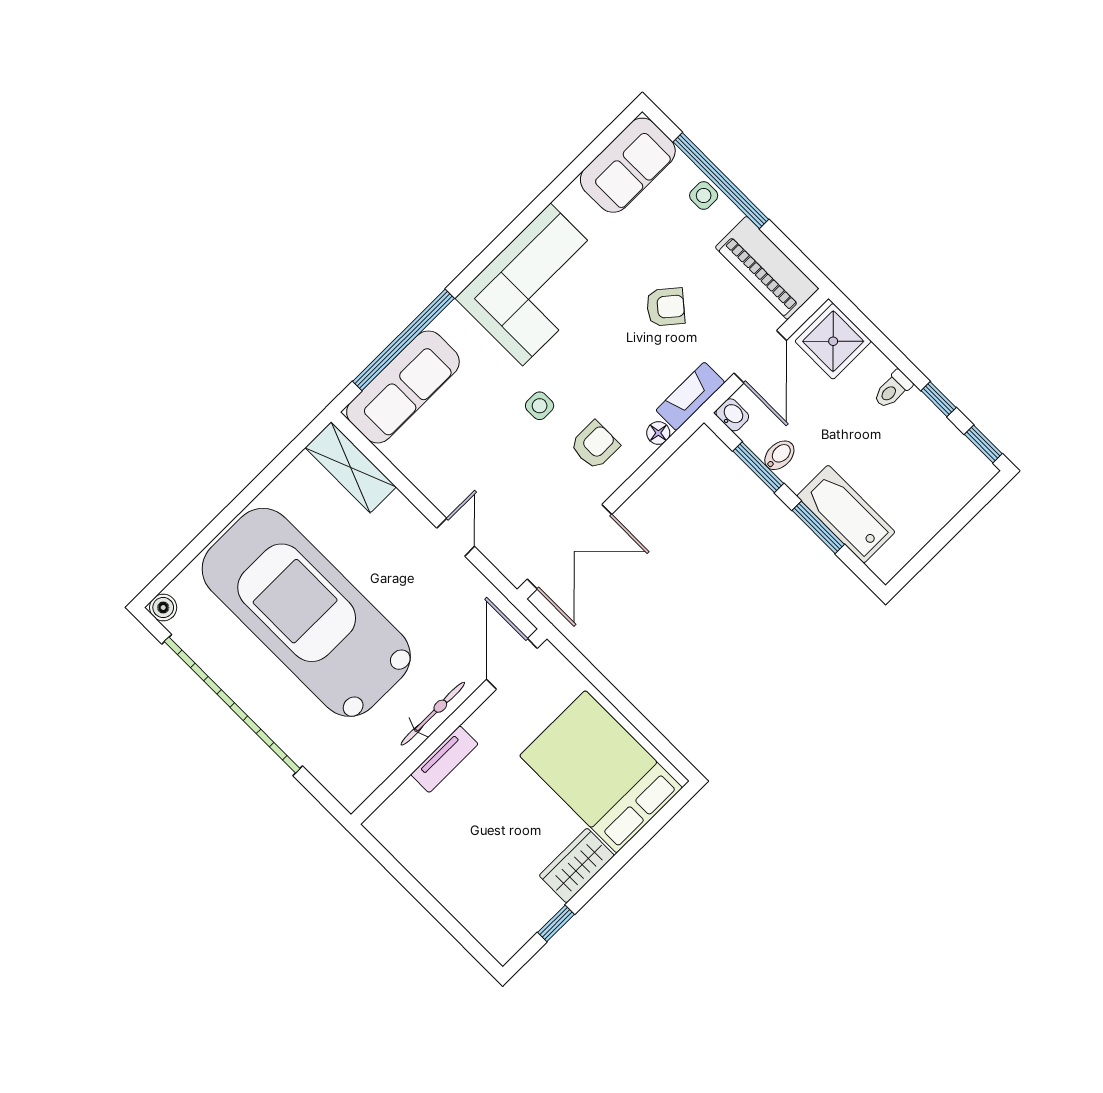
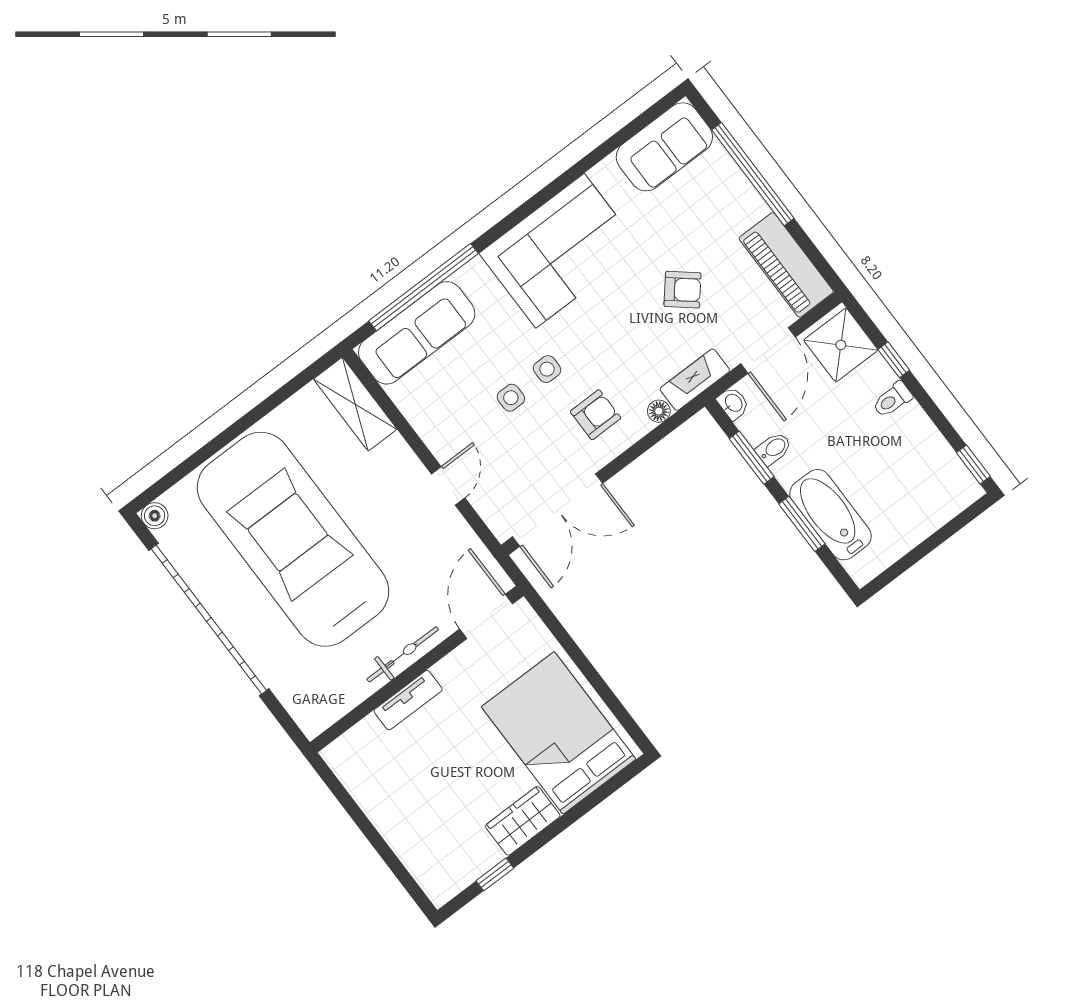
side table: (704, 196) -> (511, 398), moved
window: (939, 399) -> (894, 360), moved

